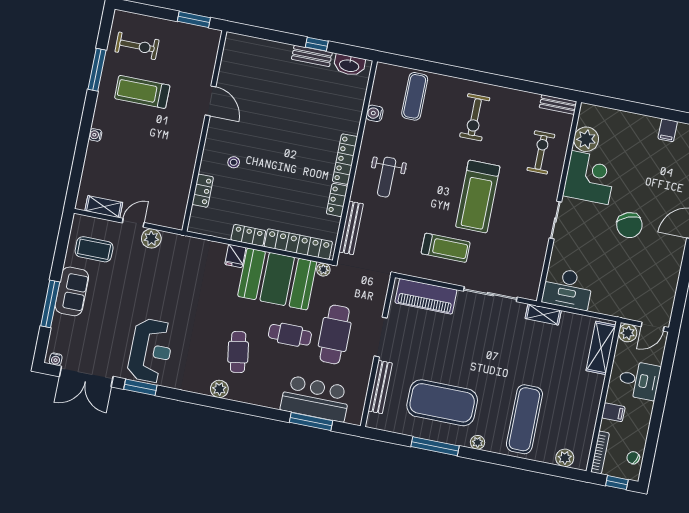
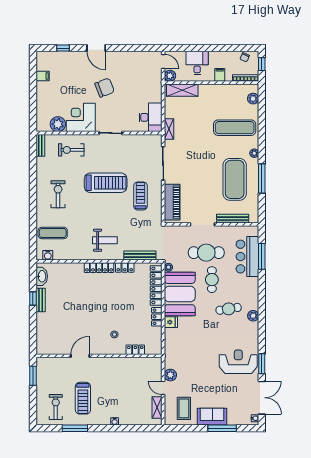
water cooler: (375, 113) -> (48, 255), moved
exercise bike: (475, 117) -> (58, 194), turned -90

